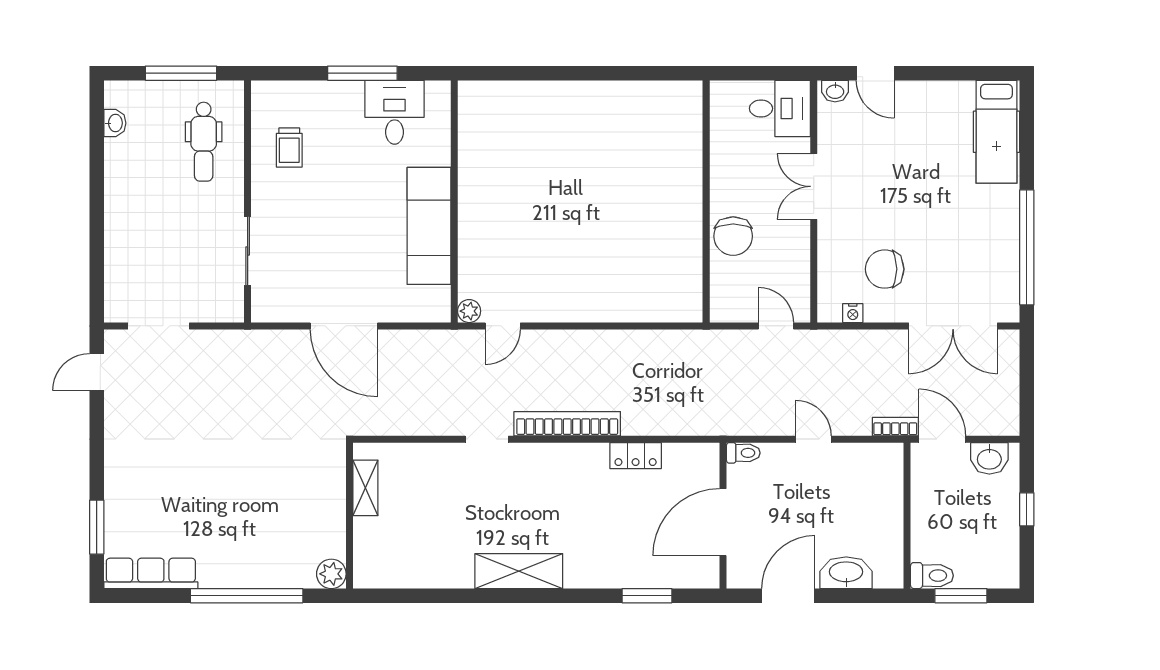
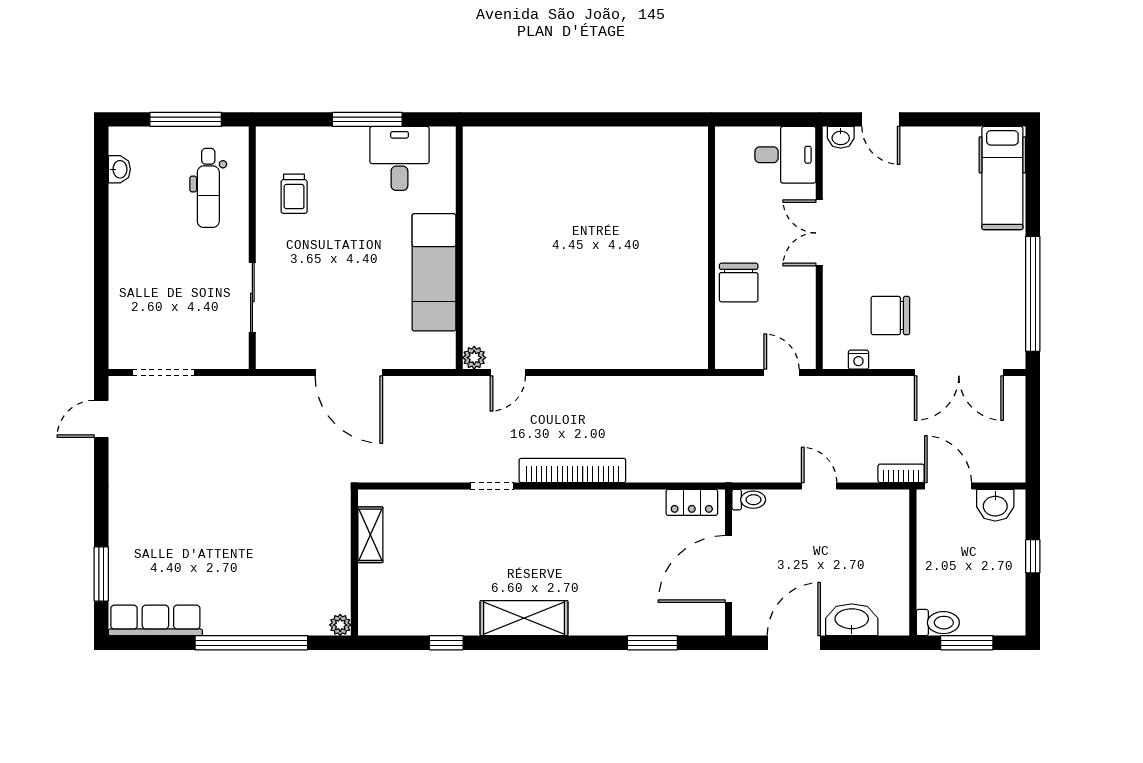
locker: (636, 456) -> (692, 502), moved
plant: (331, 574) -> (340, 625), width x0.73, depth x0.73
window: (441, 596) -> (446, 643), added

